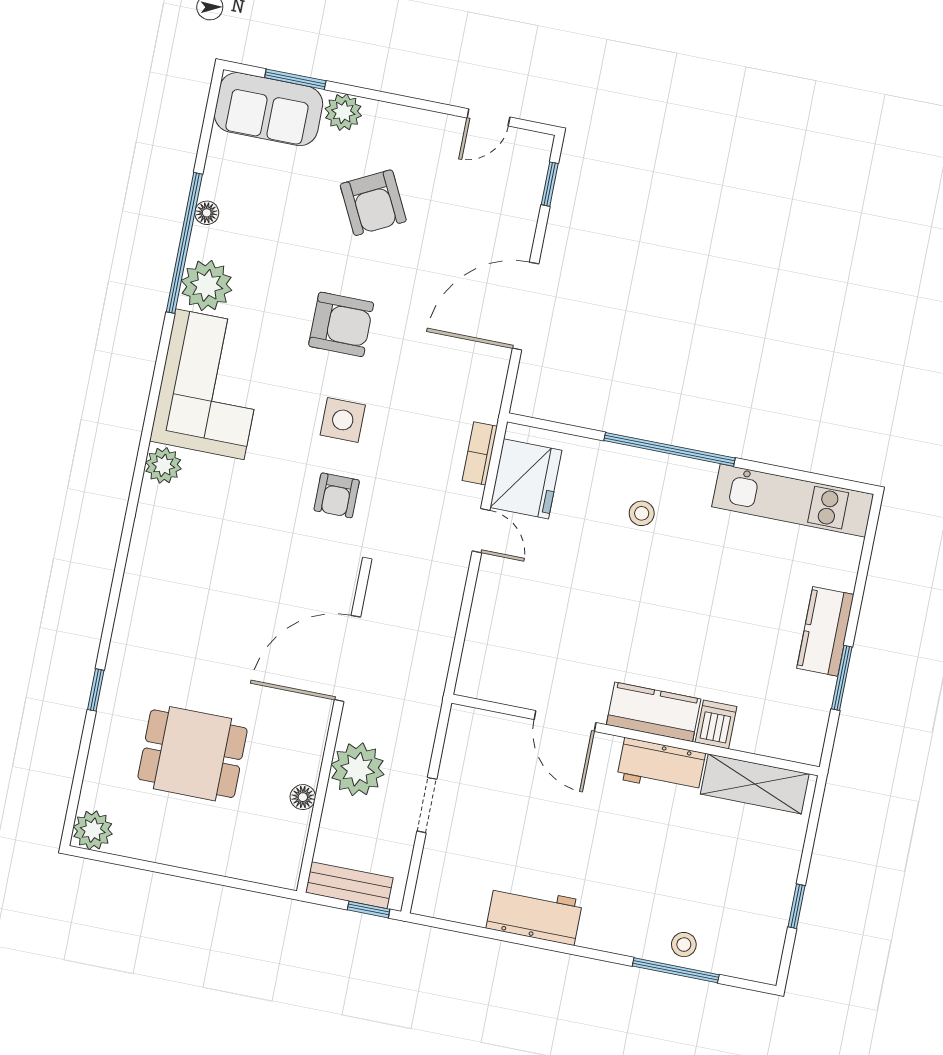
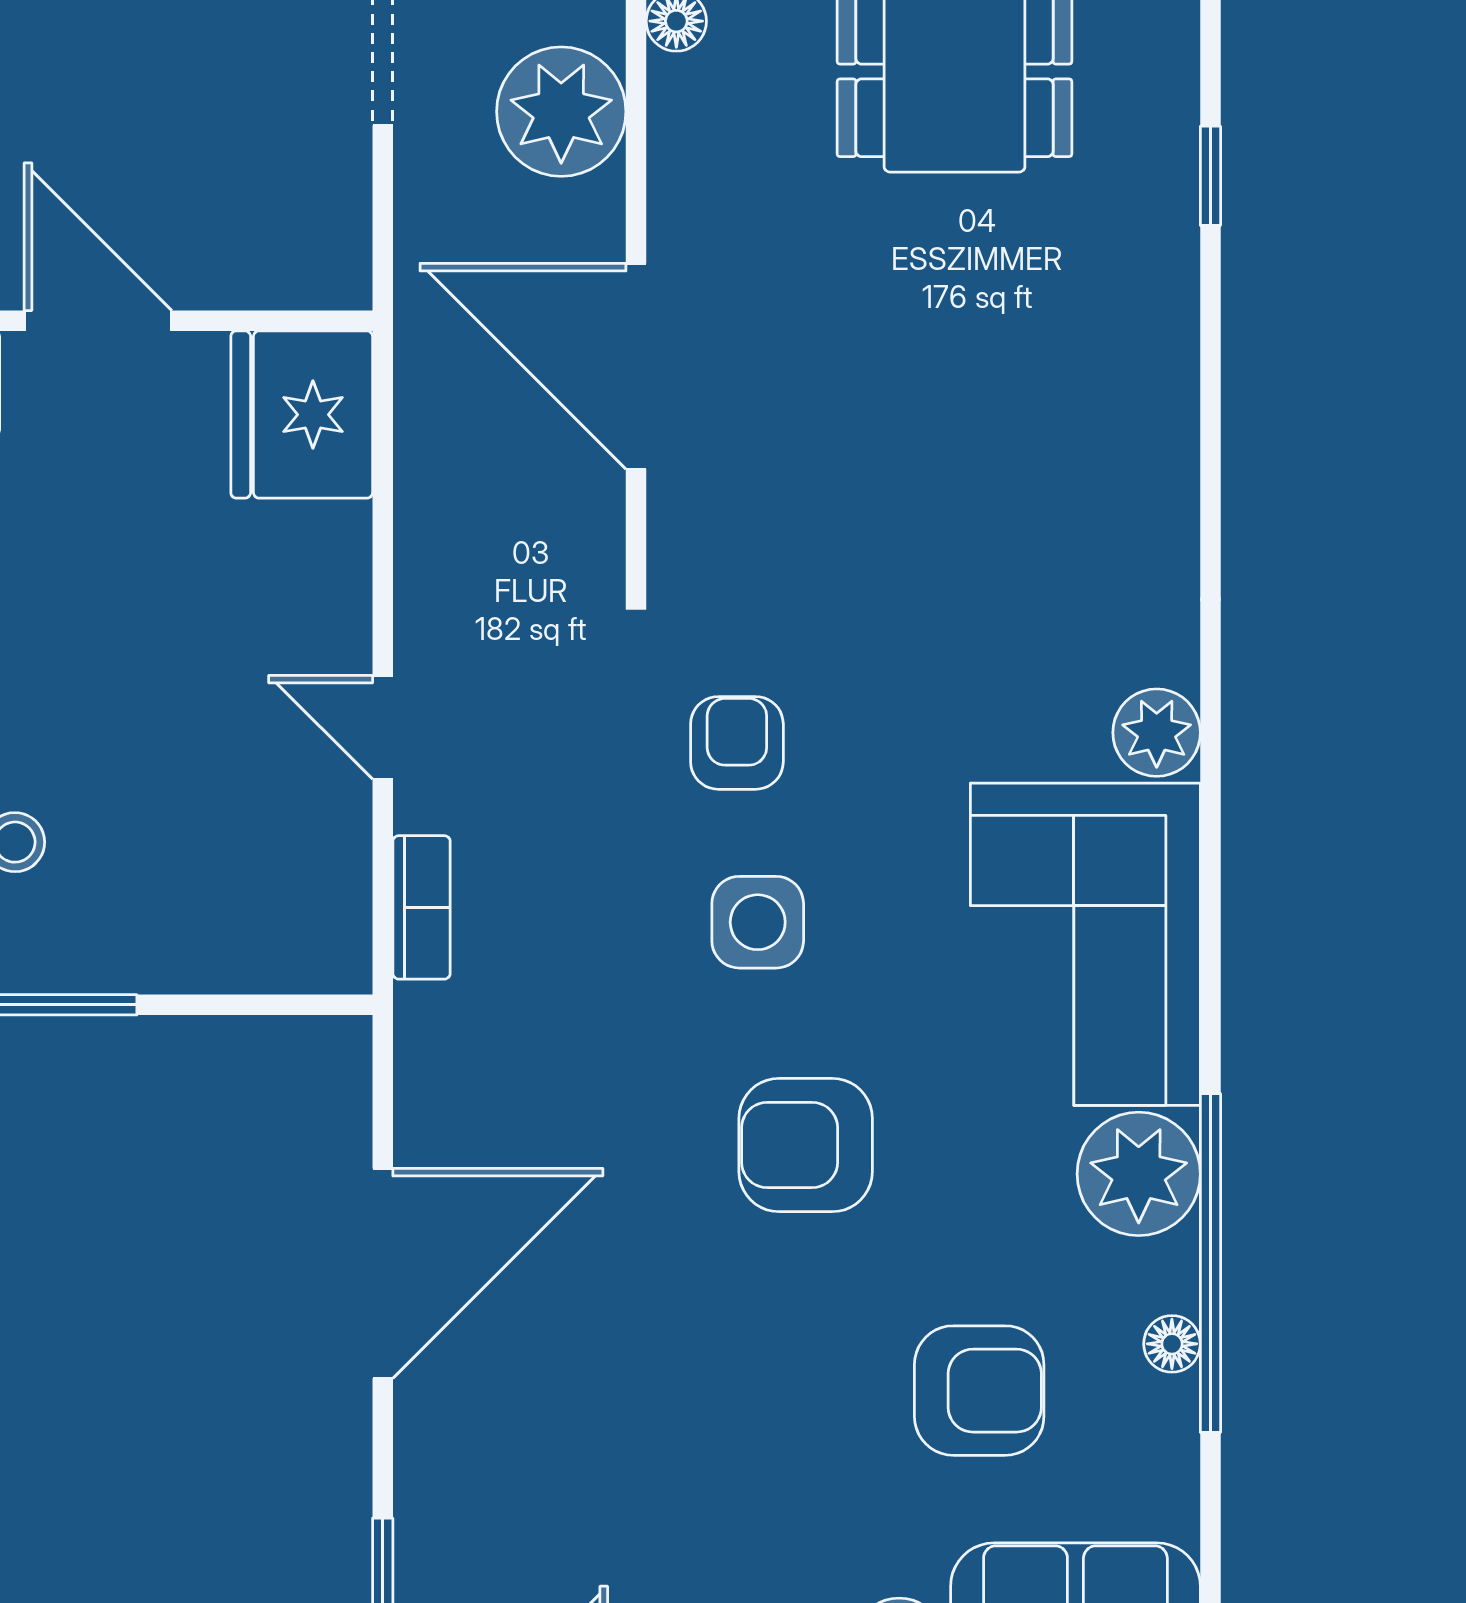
armchair: (373, 203) -> (979, 1391), moved, turned 117
fridge: (526, 479) -> (302, 415), moved
door: (347, 658) -> (636, 366), swing flipped

